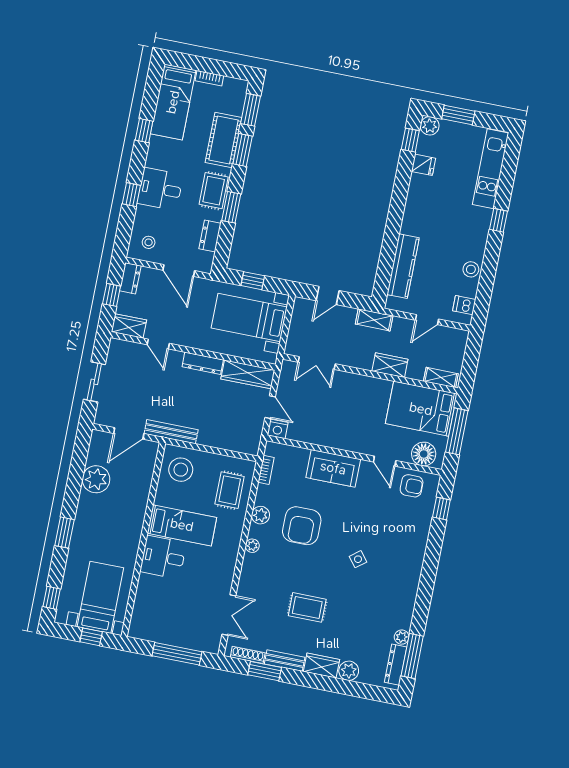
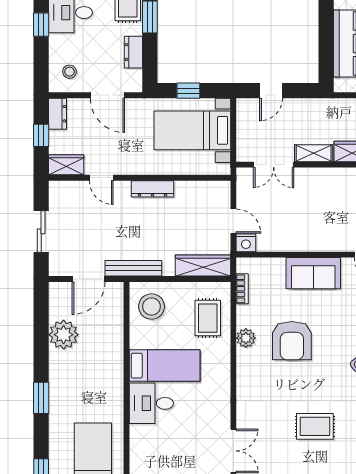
shelving: (374, 320) -> (314, 153), moved
wardrobe: (248, 374) -> (203, 266), moved, turned 180
plant: (252, 546) -> (244, 372), removed

